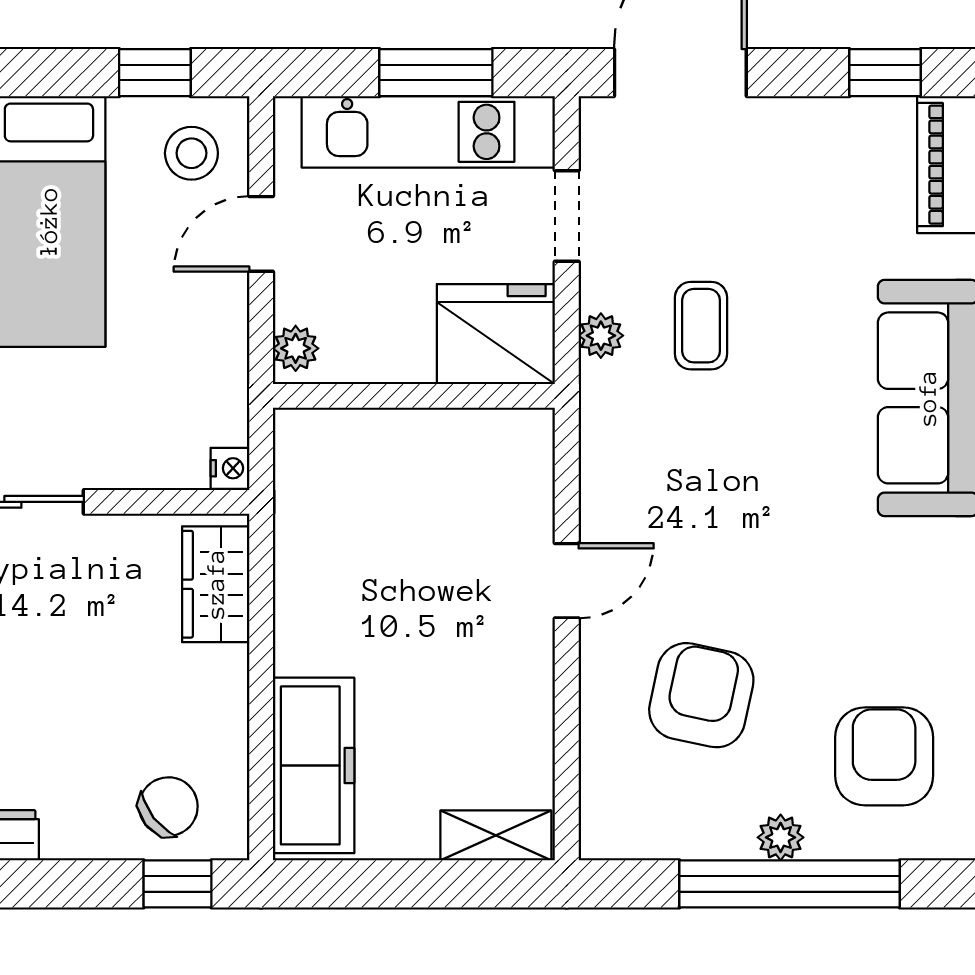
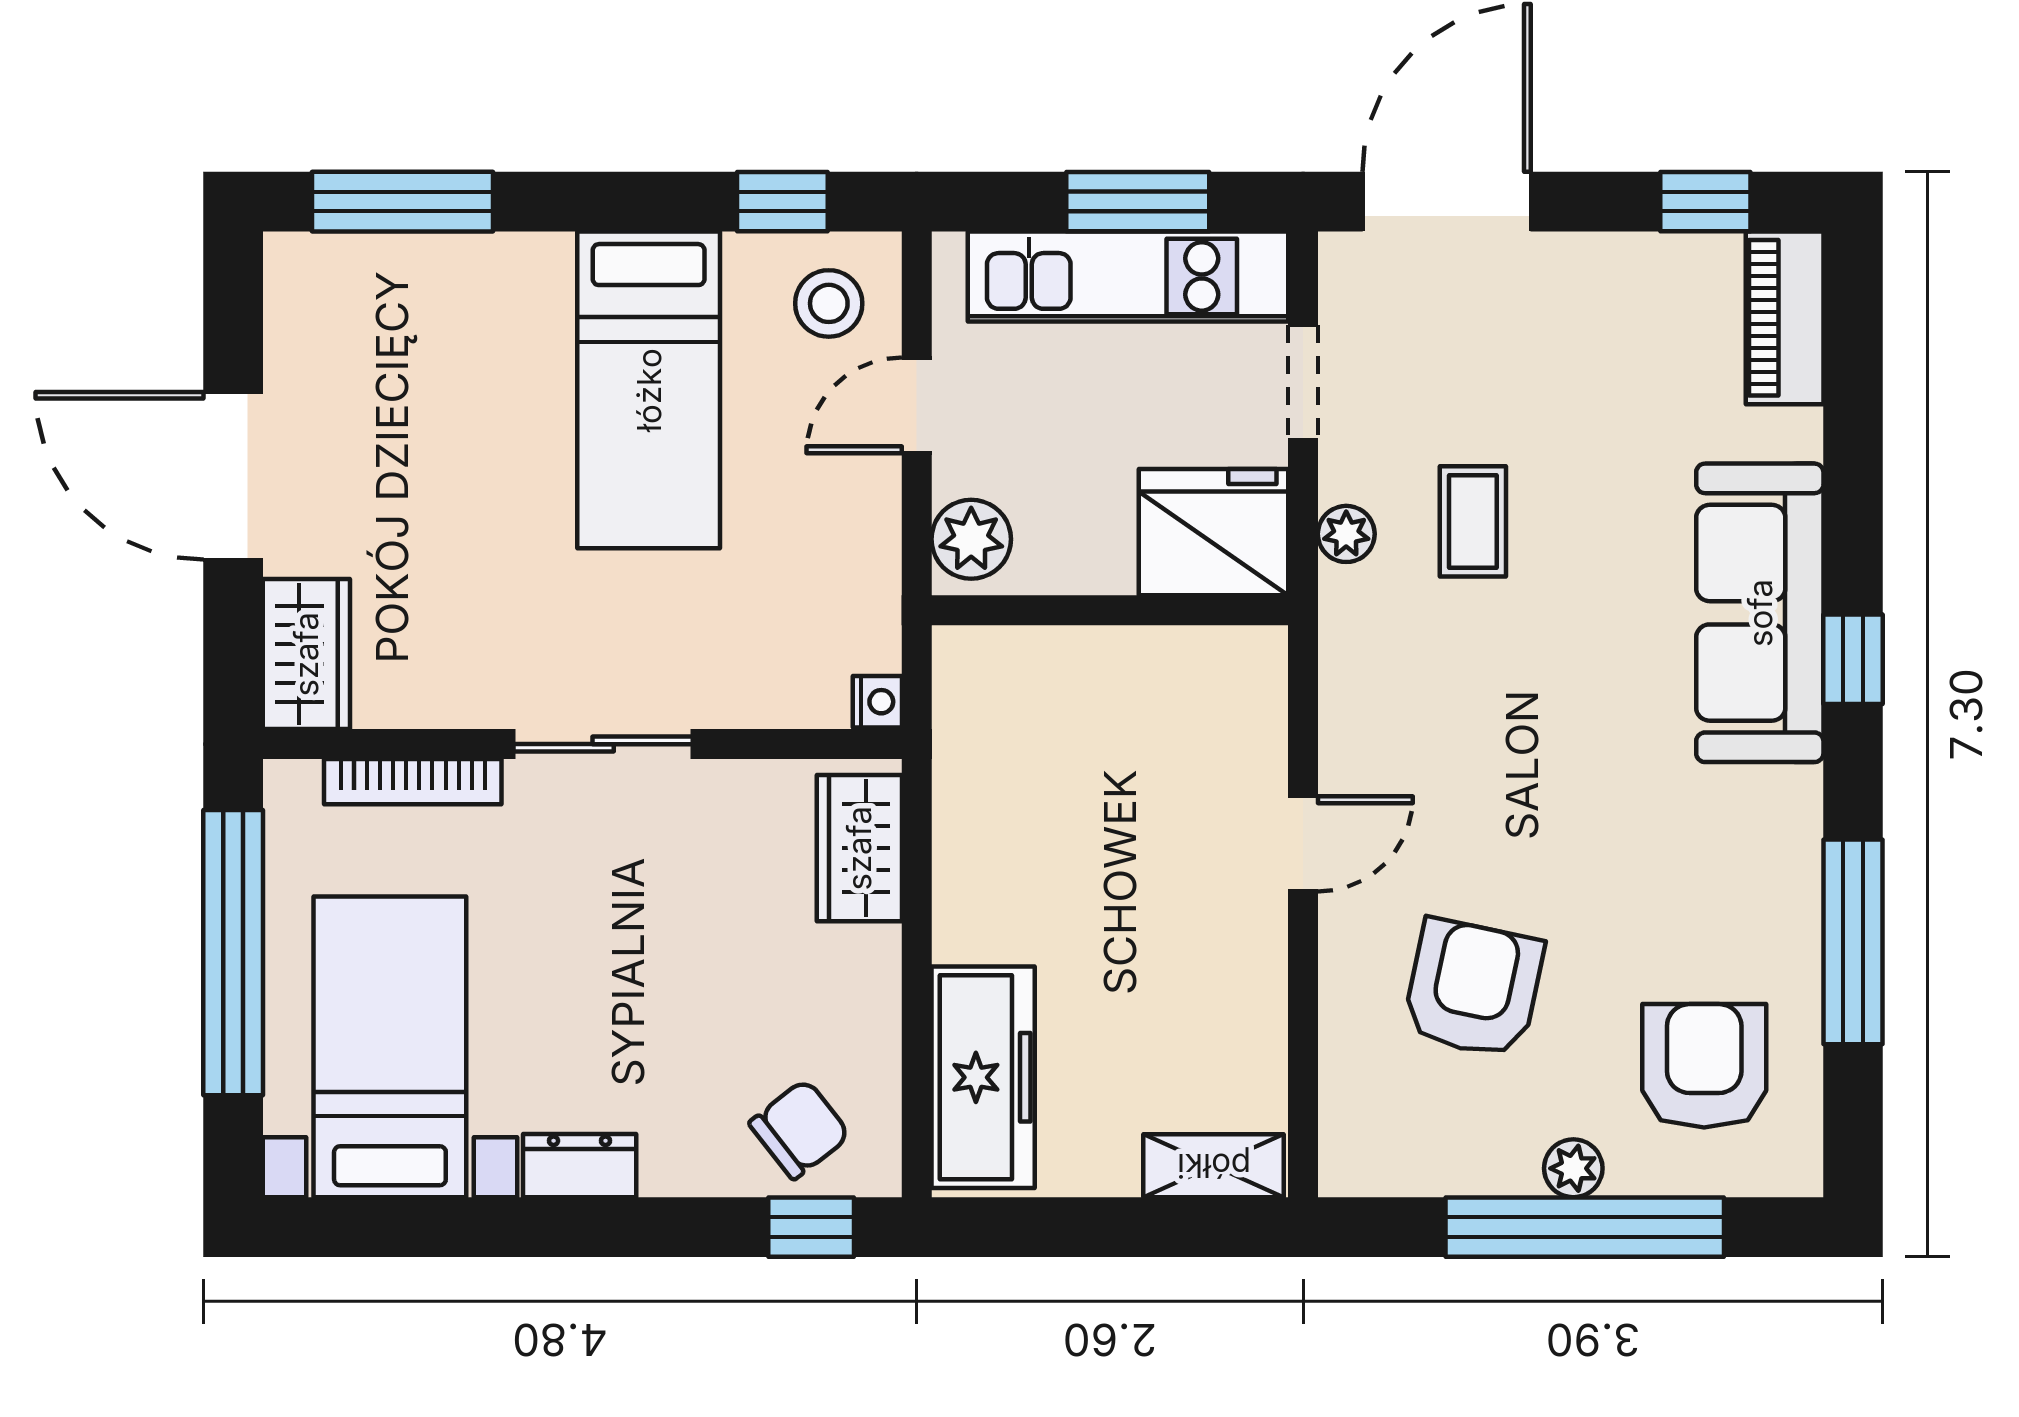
plant: (296, 348) -> (971, 539), width x1.38, depth x1.38

